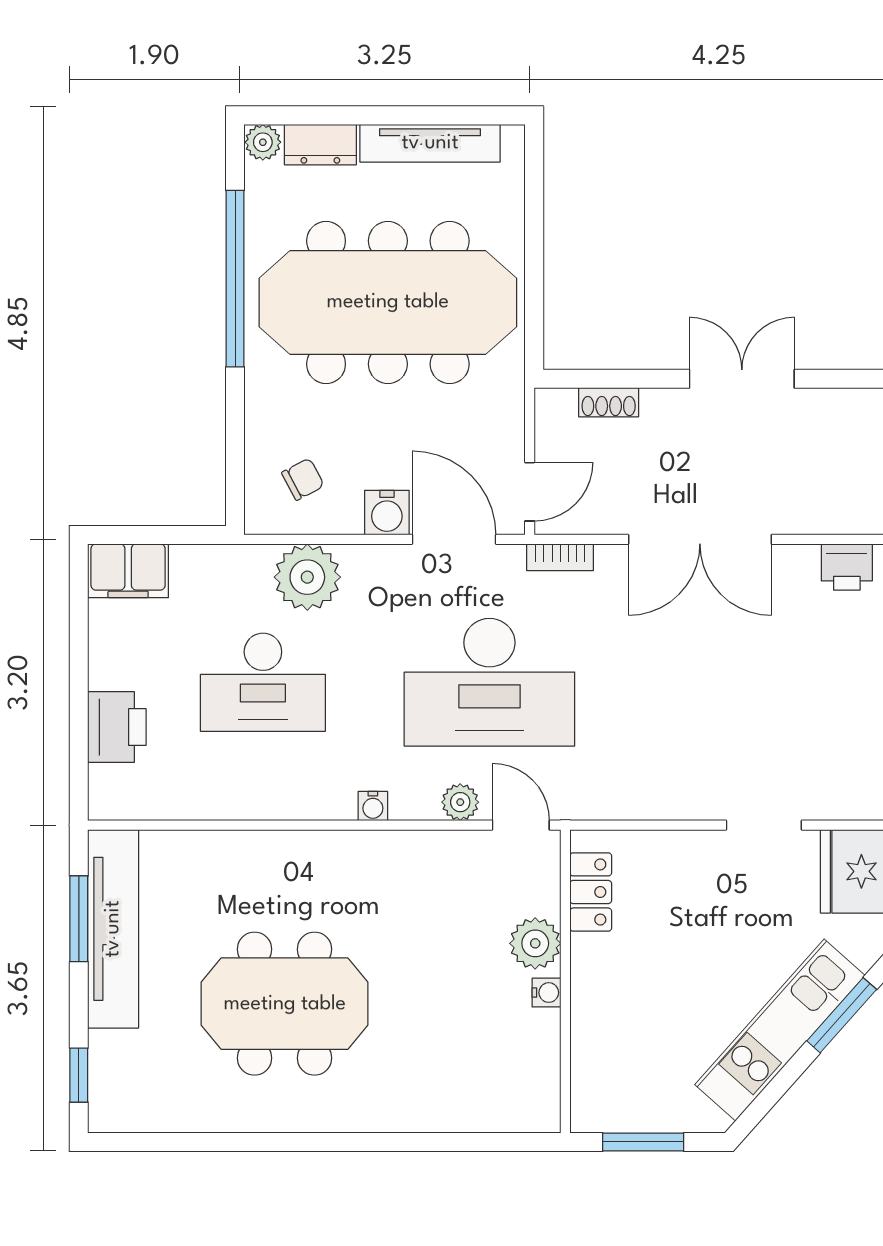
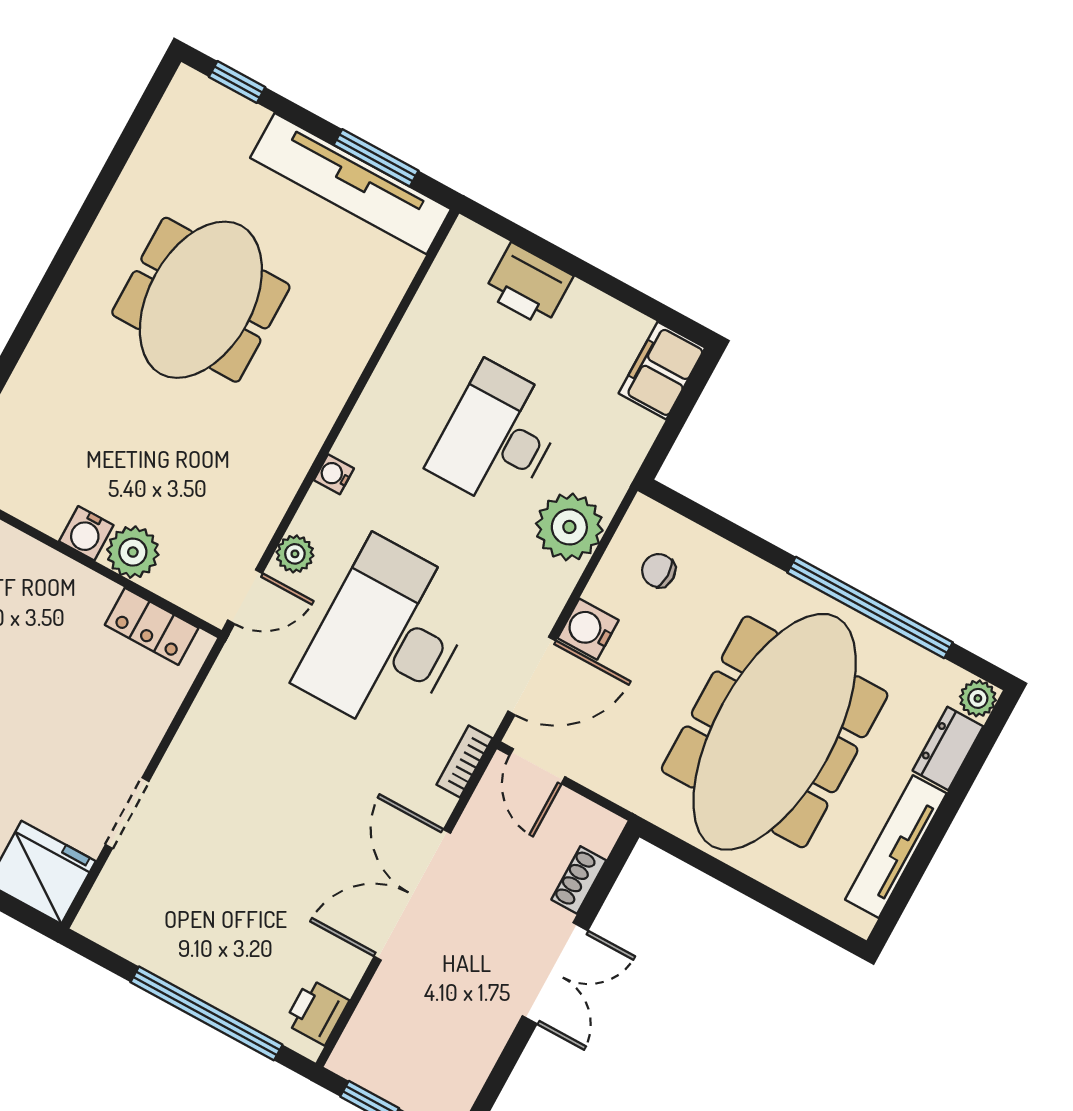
double door: (742, 379) -> (555, 973), moved
chair: (303, 479) -> (659, 571), turned 118
water cooler: (546, 993) -> (86, 533), width x1.38, depth x1.38

